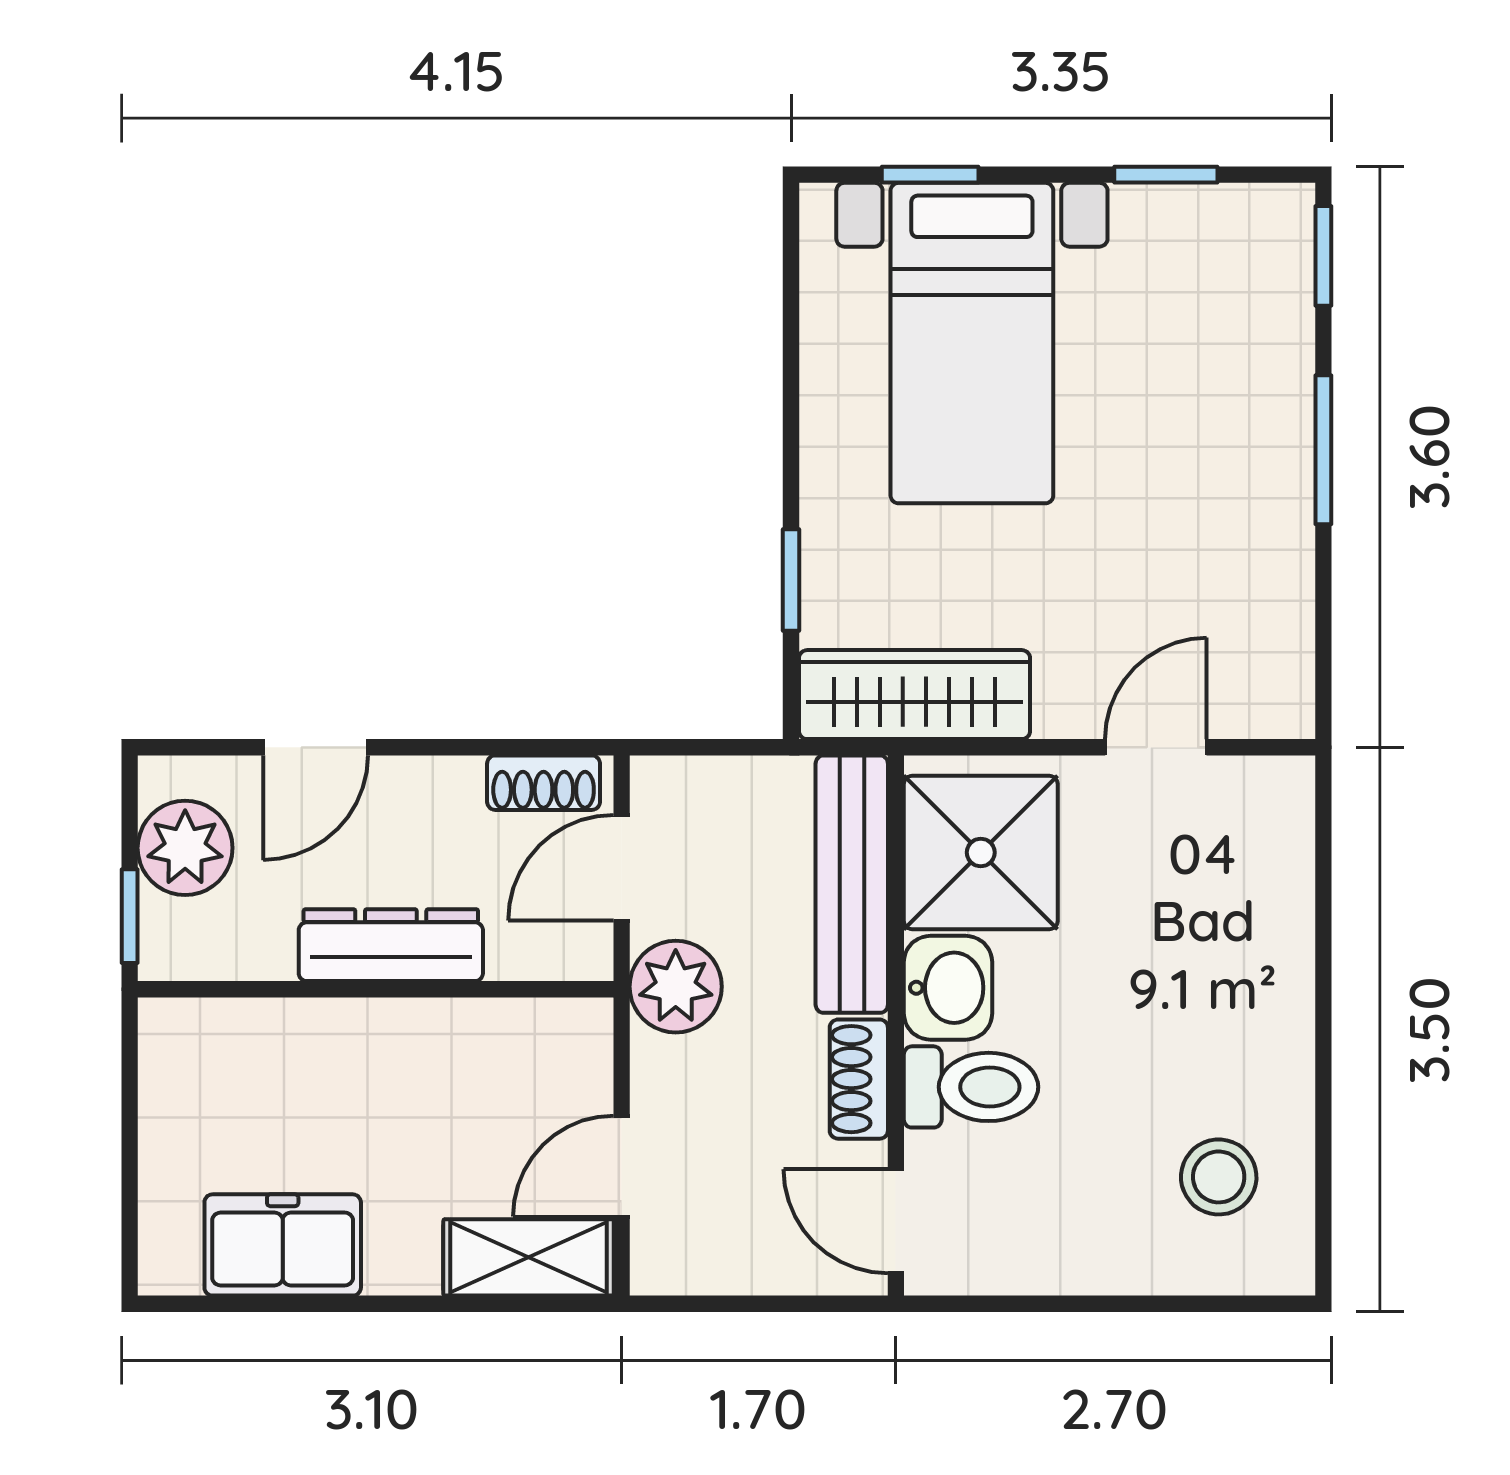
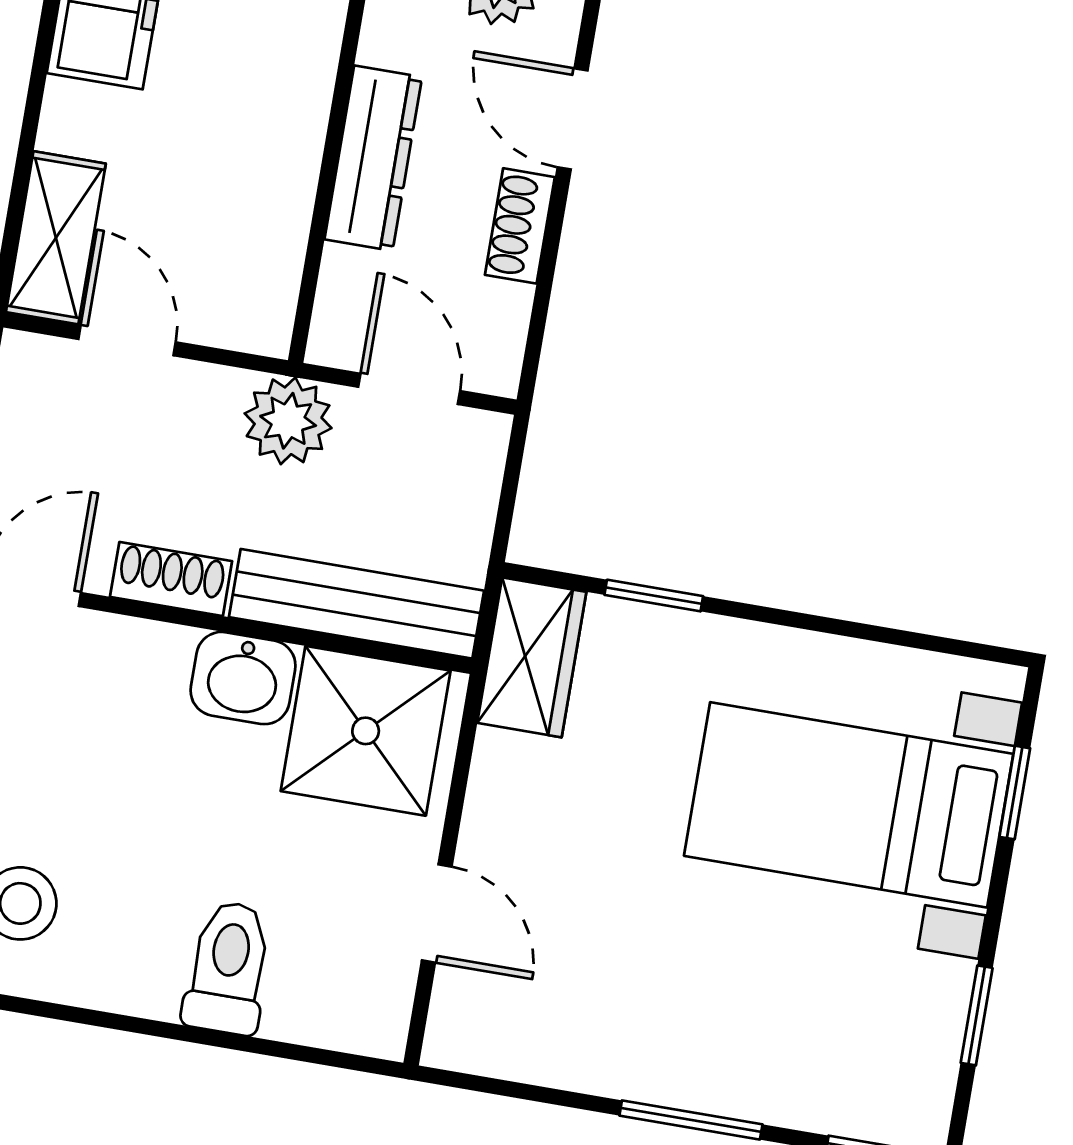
wardrobe: (915, 695) -> (532, 657), width x0.67
shoe rack: (544, 783) -> (520, 226), moved
toilet: (971, 1087) -> (228, 968), moved, turned 180

